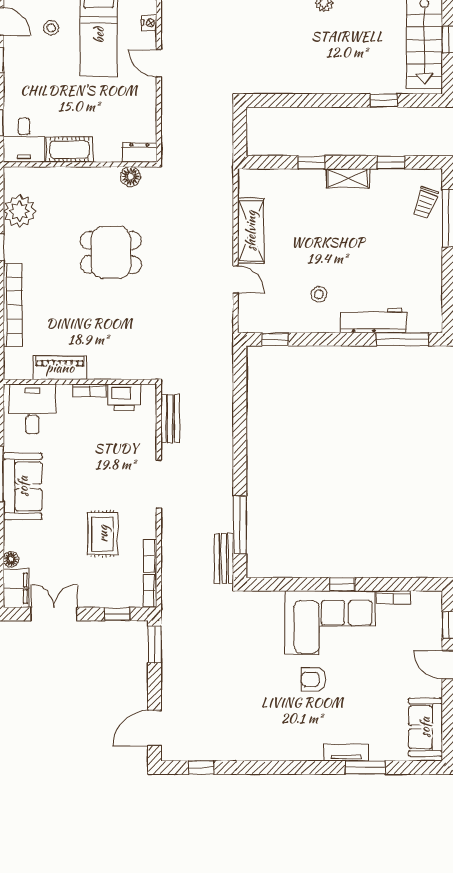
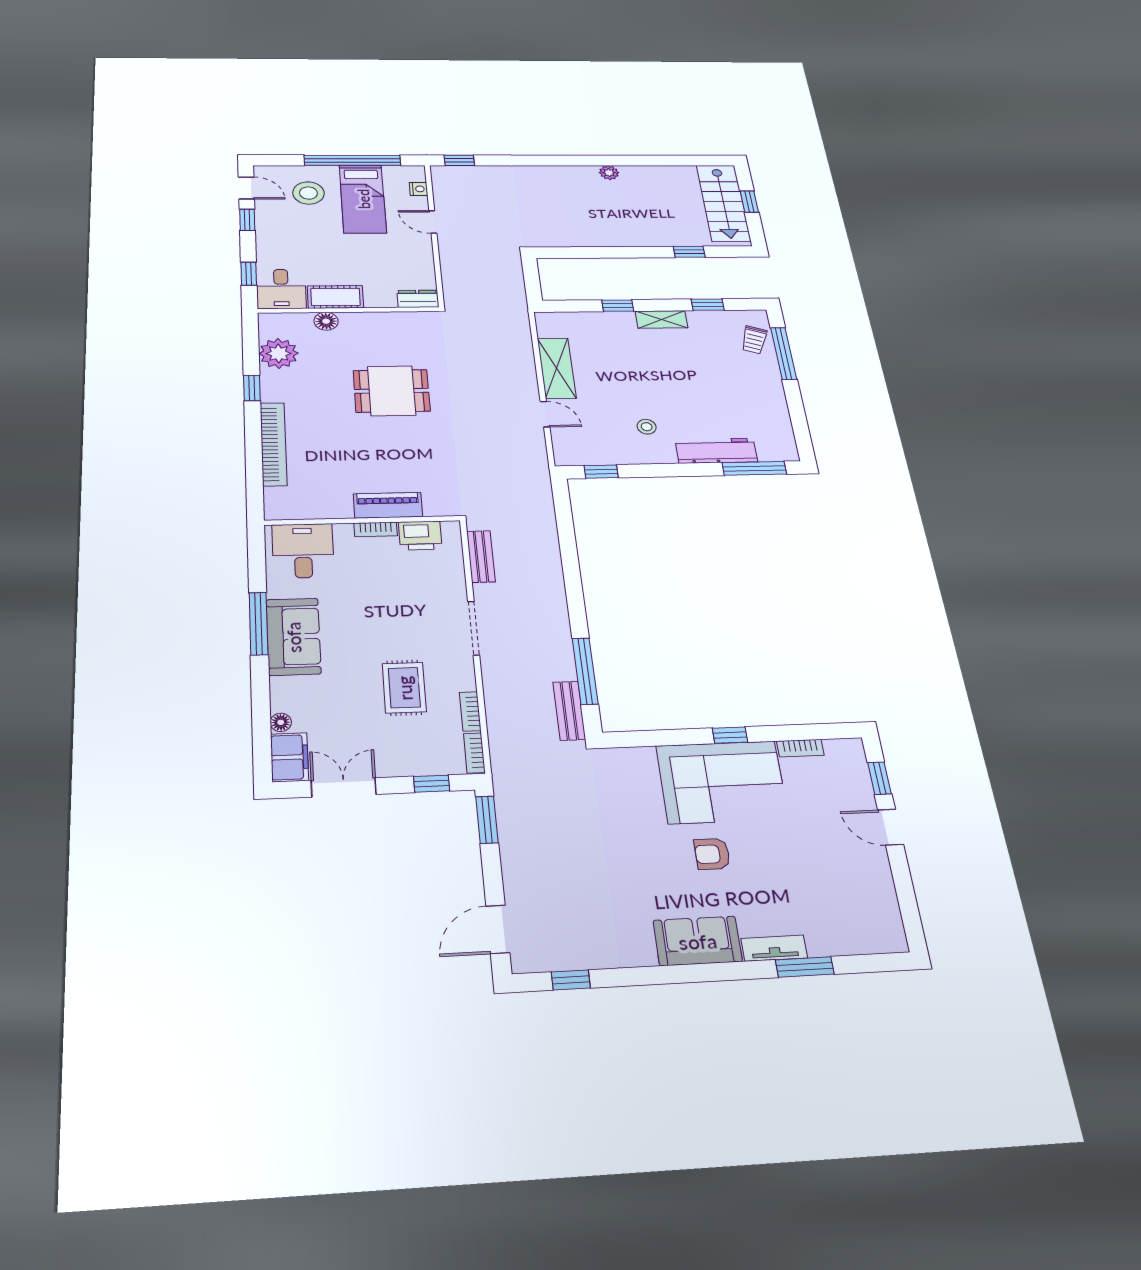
stool: (51, 28) -> (308, 193), width x1.89, depth x1.89
floor lamp: (130, 177) -> (326, 321), moved
piano: (60, 368) -> (388, 505), moved
sofa: (425, 727) -> (698, 941), moved, turned 90

